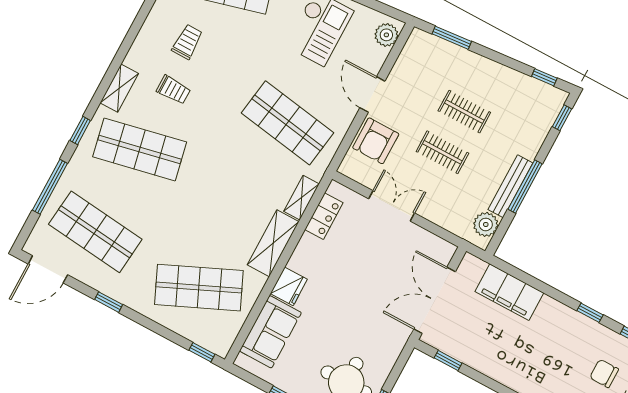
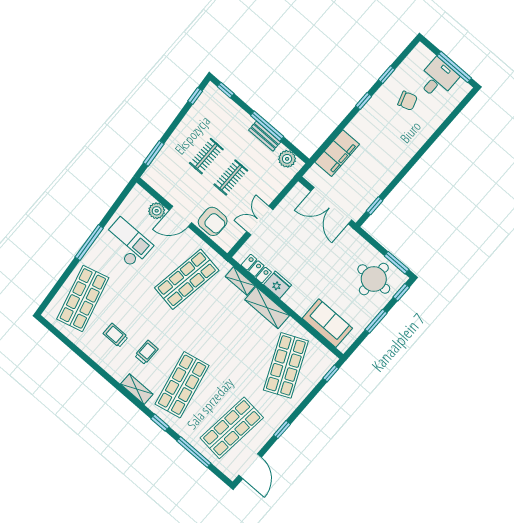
plant: (386, 35) -> (157, 211), moved
bench: (510, 186) -> (265, 136), width x0.73
fridge: (289, 286) -> (277, 285), moved
chair: (604, 373) -> (408, 101), turned -108

